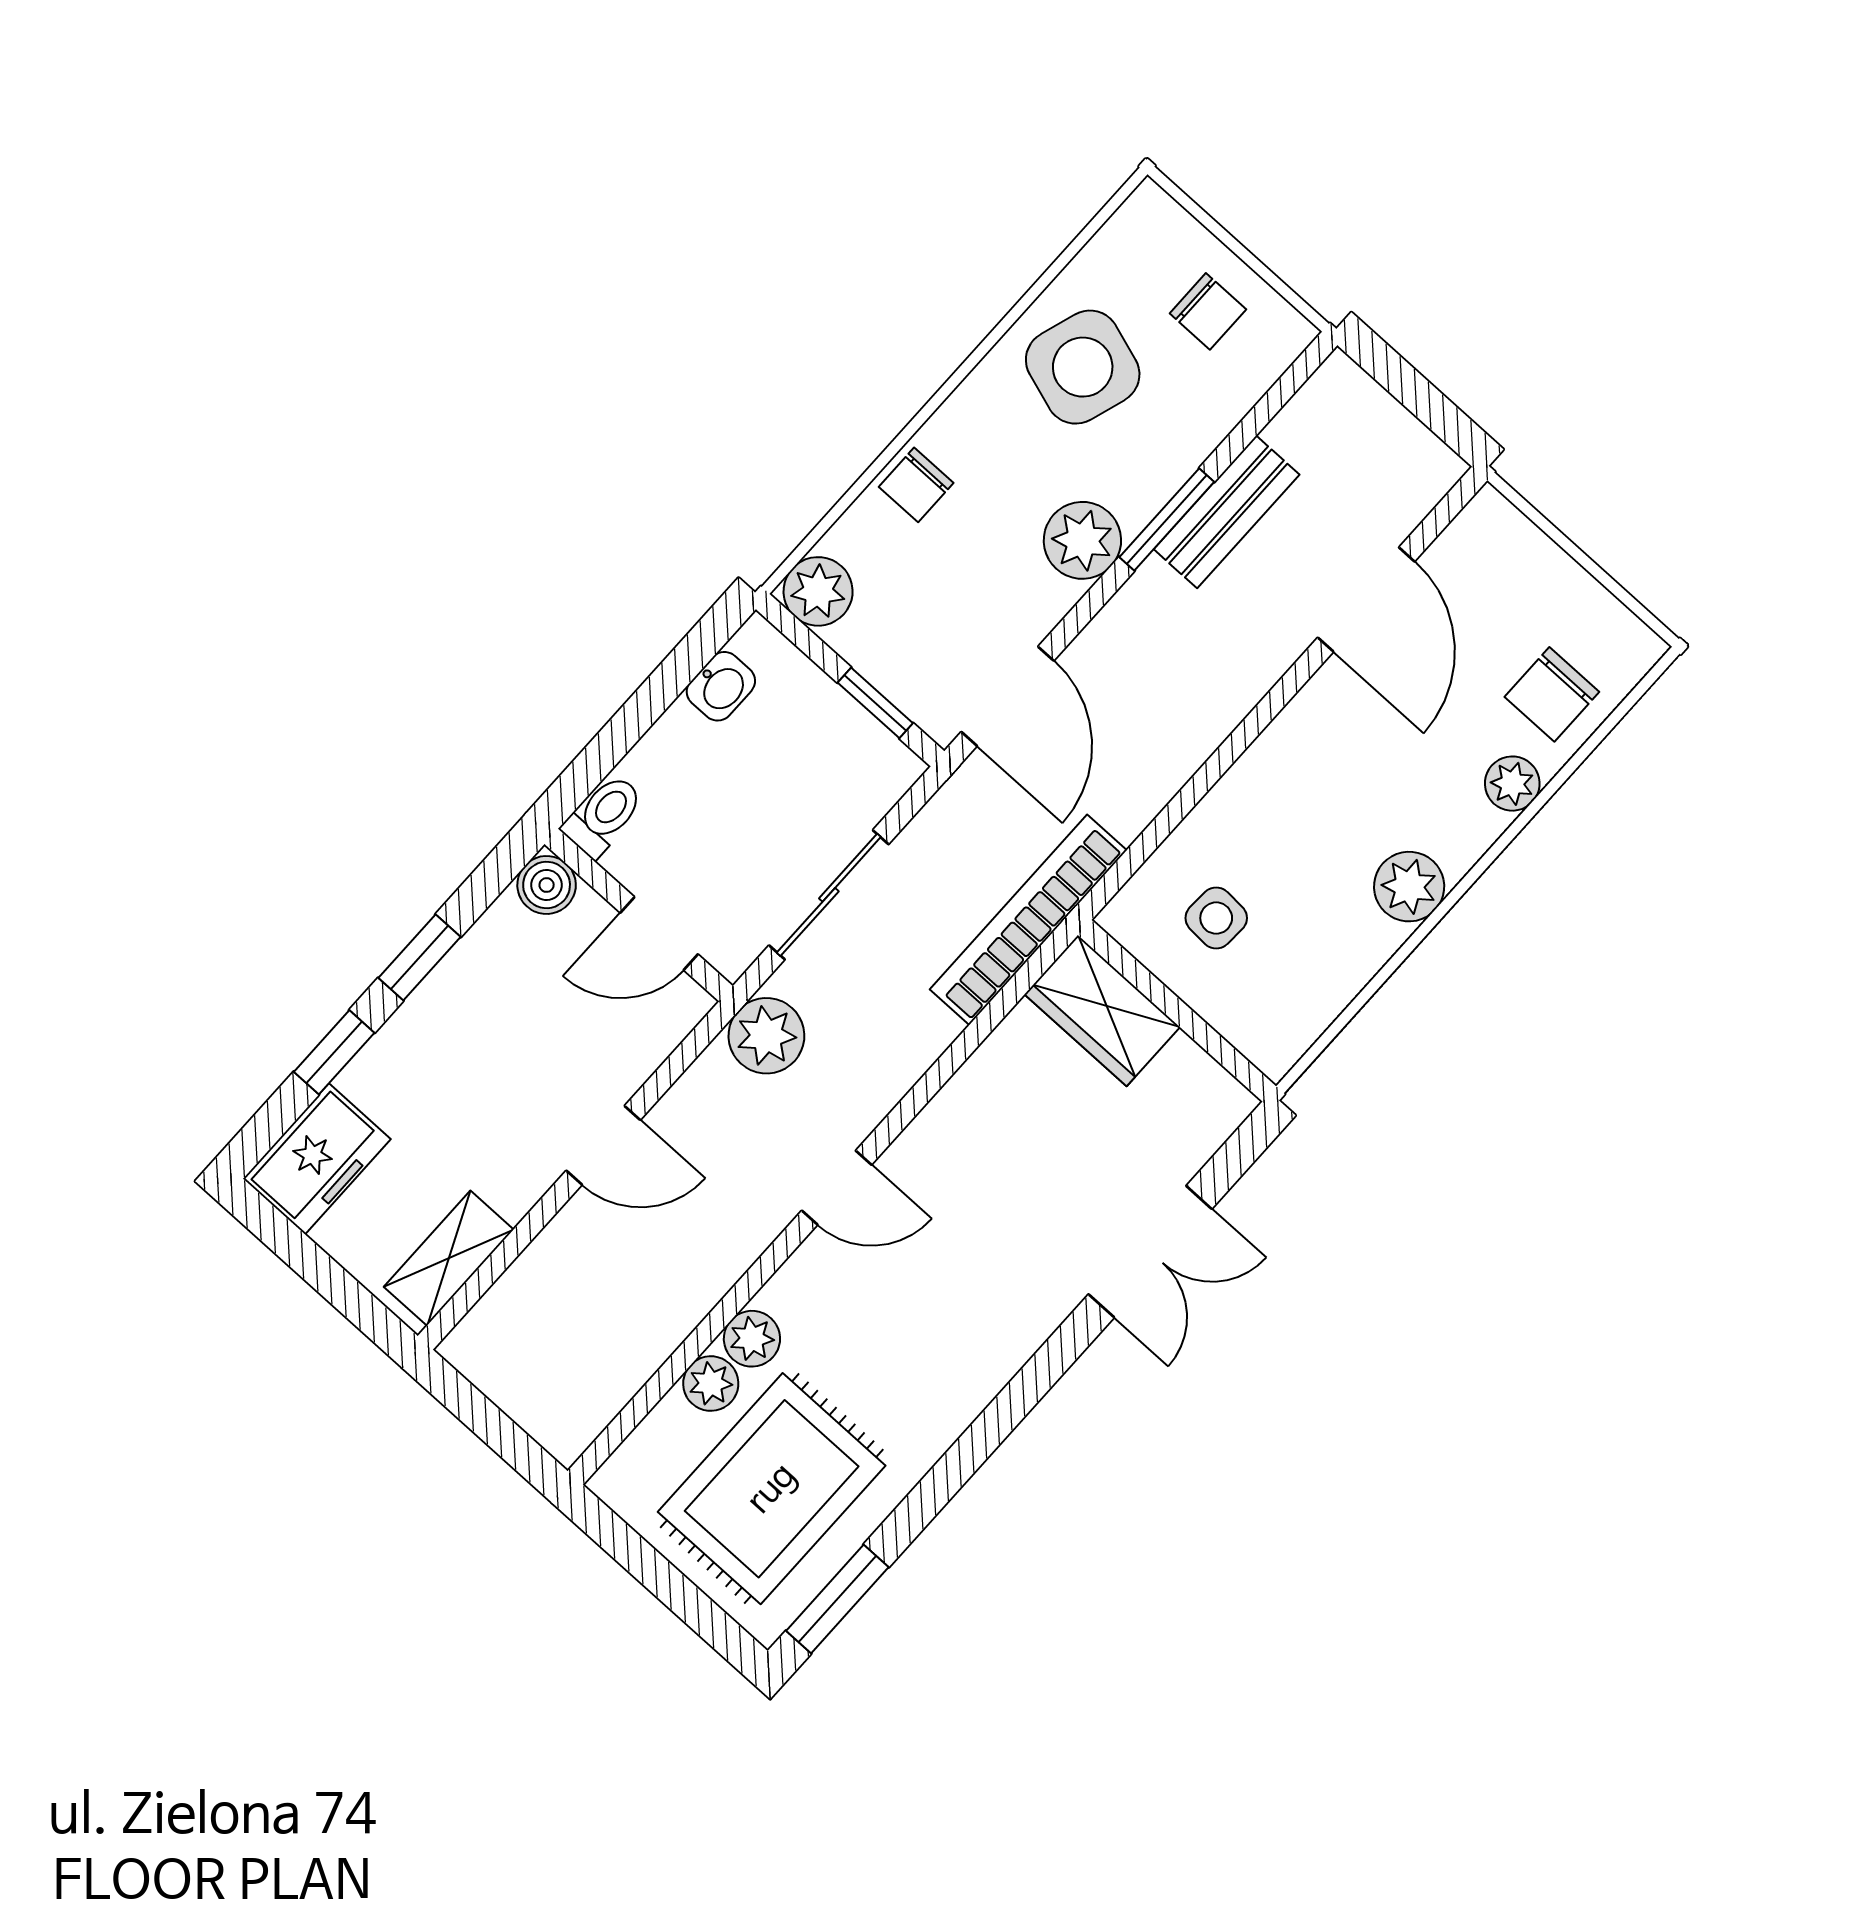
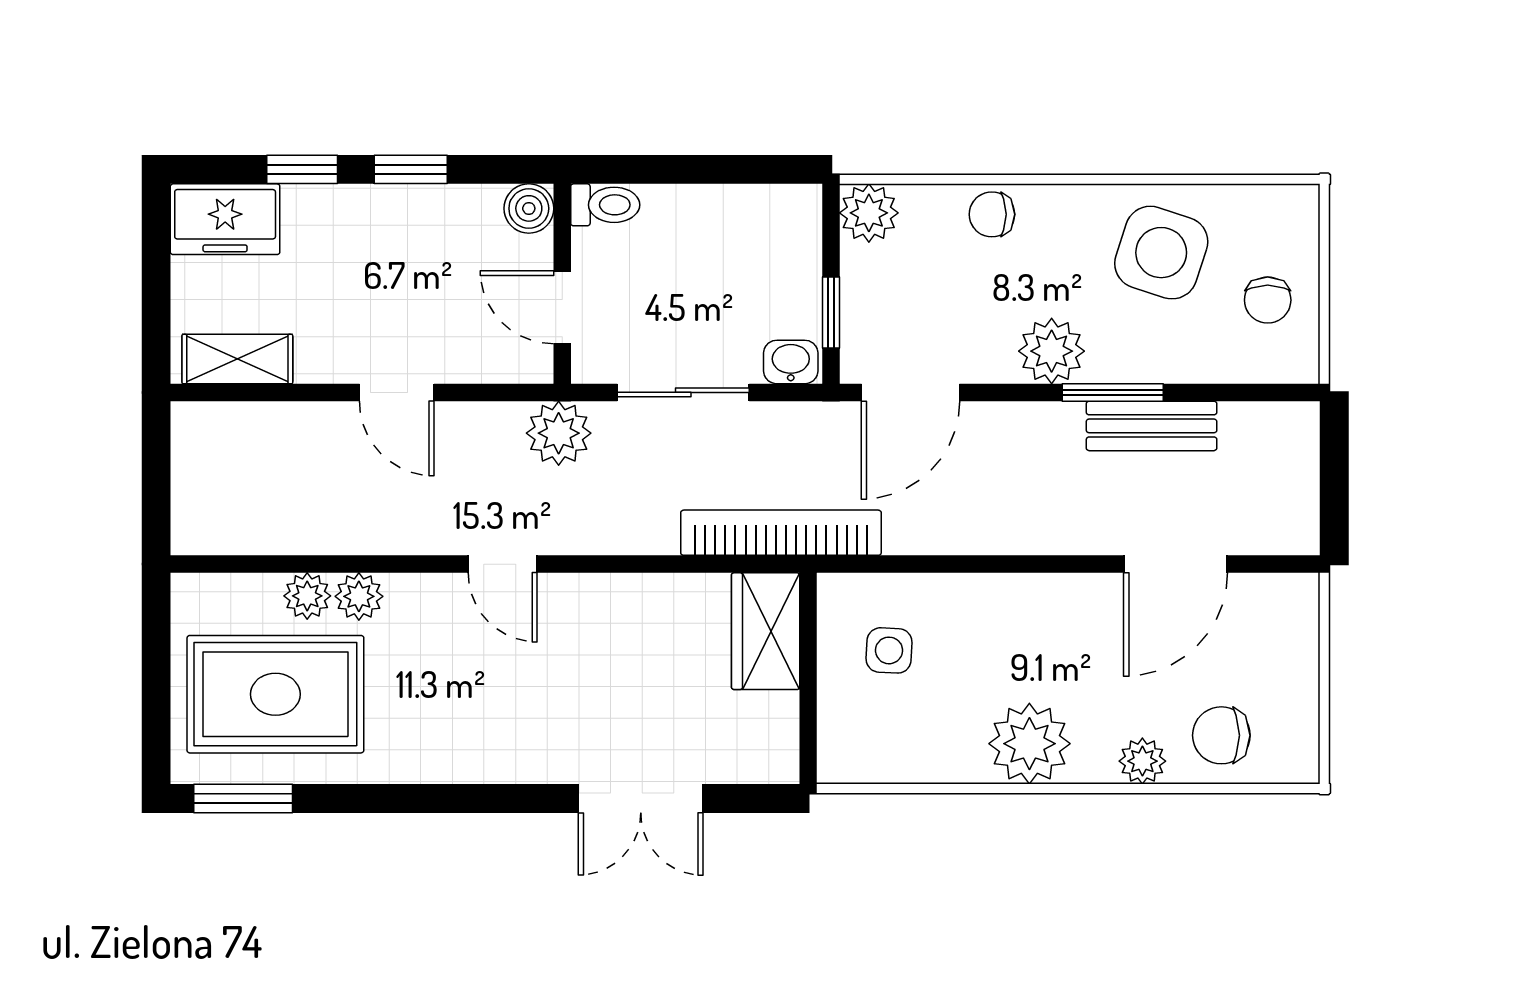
washbasin: (721, 686) -> (791, 362), moved, turned 180
plant: (1409, 887) -> (1029, 744), width x1.36, depth x1.36

